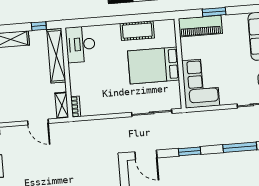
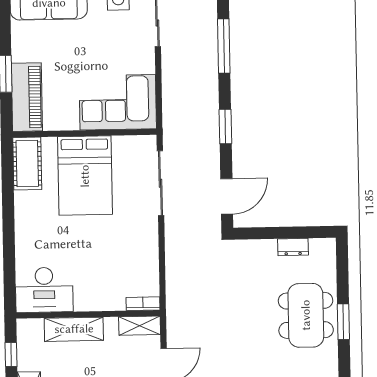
cot: (137, 31) -> (27, 164), moved
shelving: (56, 56) -> (74, 329), width x0.68

